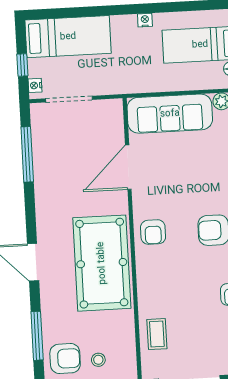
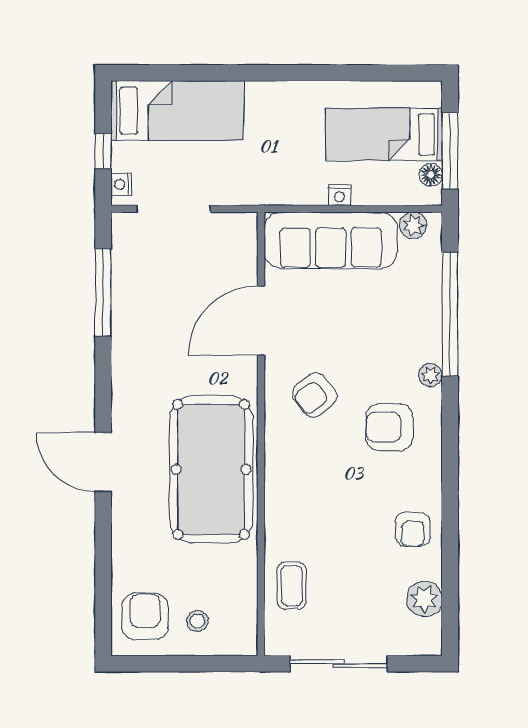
nightstand: (145, 20) -> (339, 195), moved, turned 180
armchair: (153, 232) -> (315, 395), moved, turned 52
window: (37, 336) -> (103, 578), removed
armchair: (65, 359) -> (145, 616), turned -90

